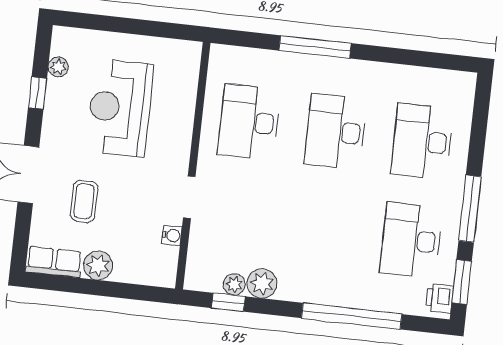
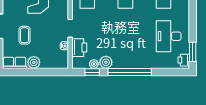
window: (470, 209) -> (193, 20), removed
printer: (205, 243) -> (79, 48), added
window: (352, 316) -> (130, 72), moved

